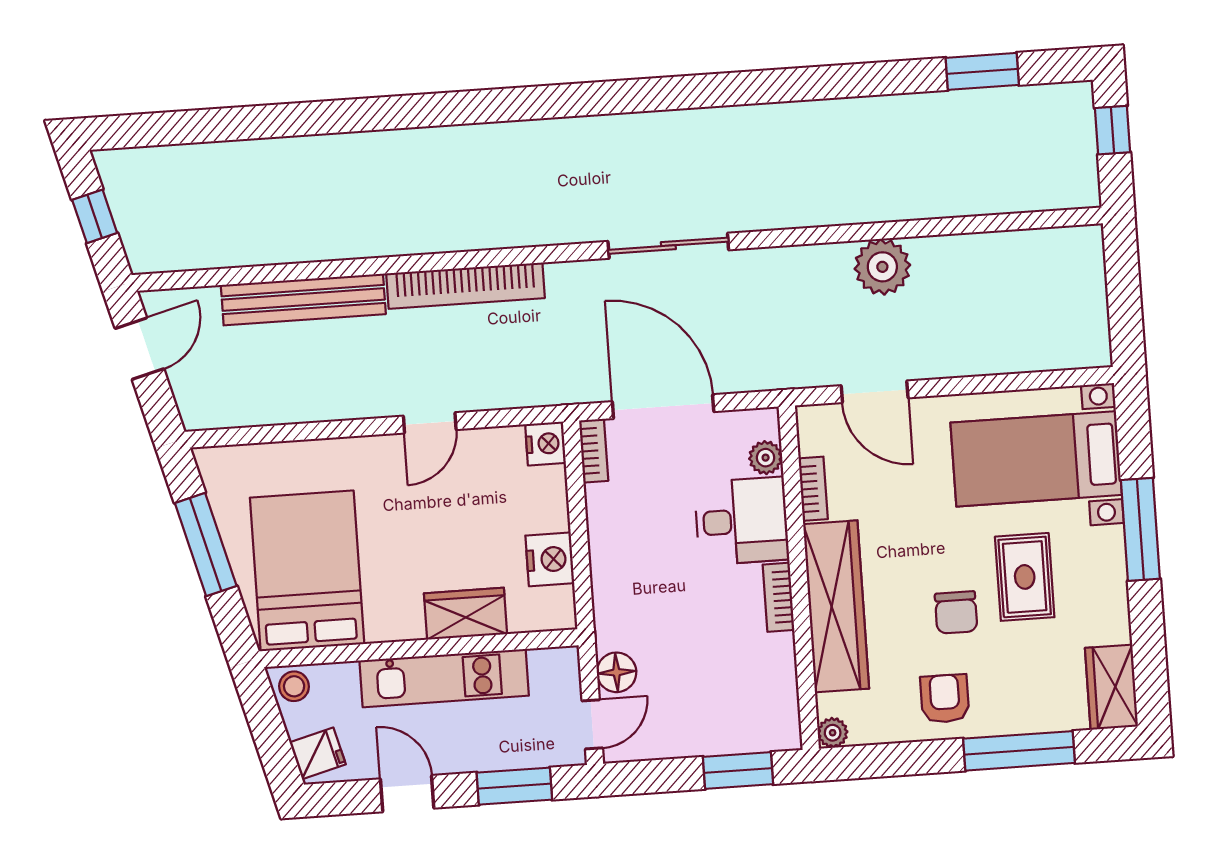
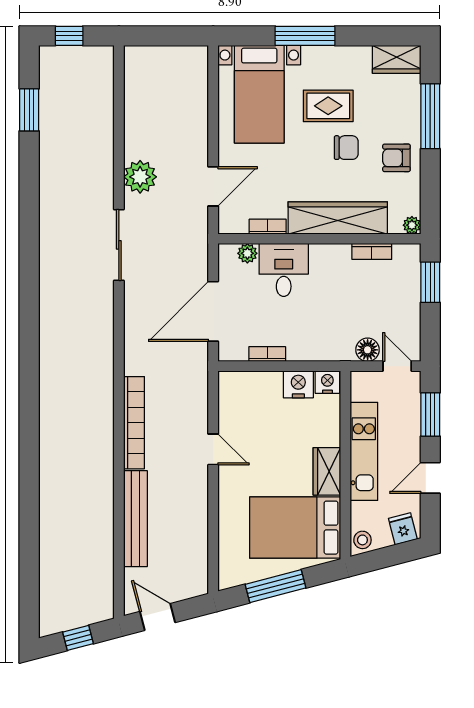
sliding door: (668, 246) -> (119, 245), moved
nightstand: (546, 444) -> (327, 382), moved
bookcase: (594, 451) -> (267, 354), moved
bookcase: (778, 597) -> (372, 251), moved
wardrobe: (466, 614) -> (327, 471), moved

